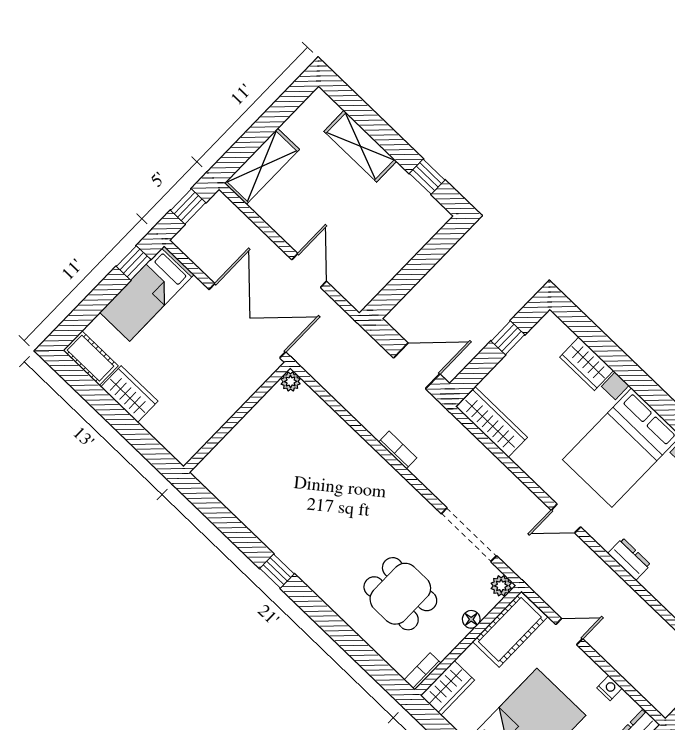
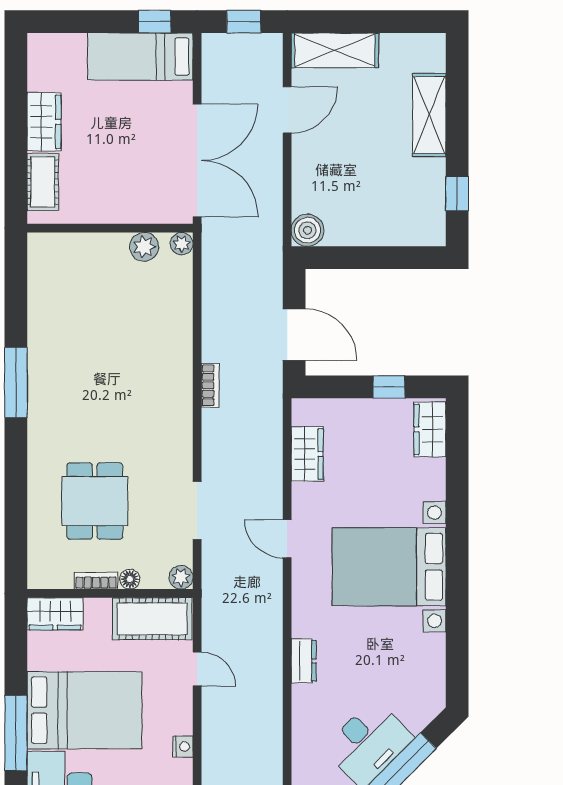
door: (309, 270) -> (287, 110), moved
boiler: (359, 294) -> (307, 230), added
cot: (91, 358) -> (43, 182), moved
wardrobe: (587, 364) -> (430, 429), moved
plant: (270, 407) -> (144, 247), added
wardrobe: (492, 422) -> (307, 454), width x0.67
door: (566, 519) -> (287, 539), moved
doorway: (469, 535) -> (197, 511), width x0.73
window: (277, 571) -> (16, 382), width x2.17
bookcase: (423, 672) -> (96, 581), moved

